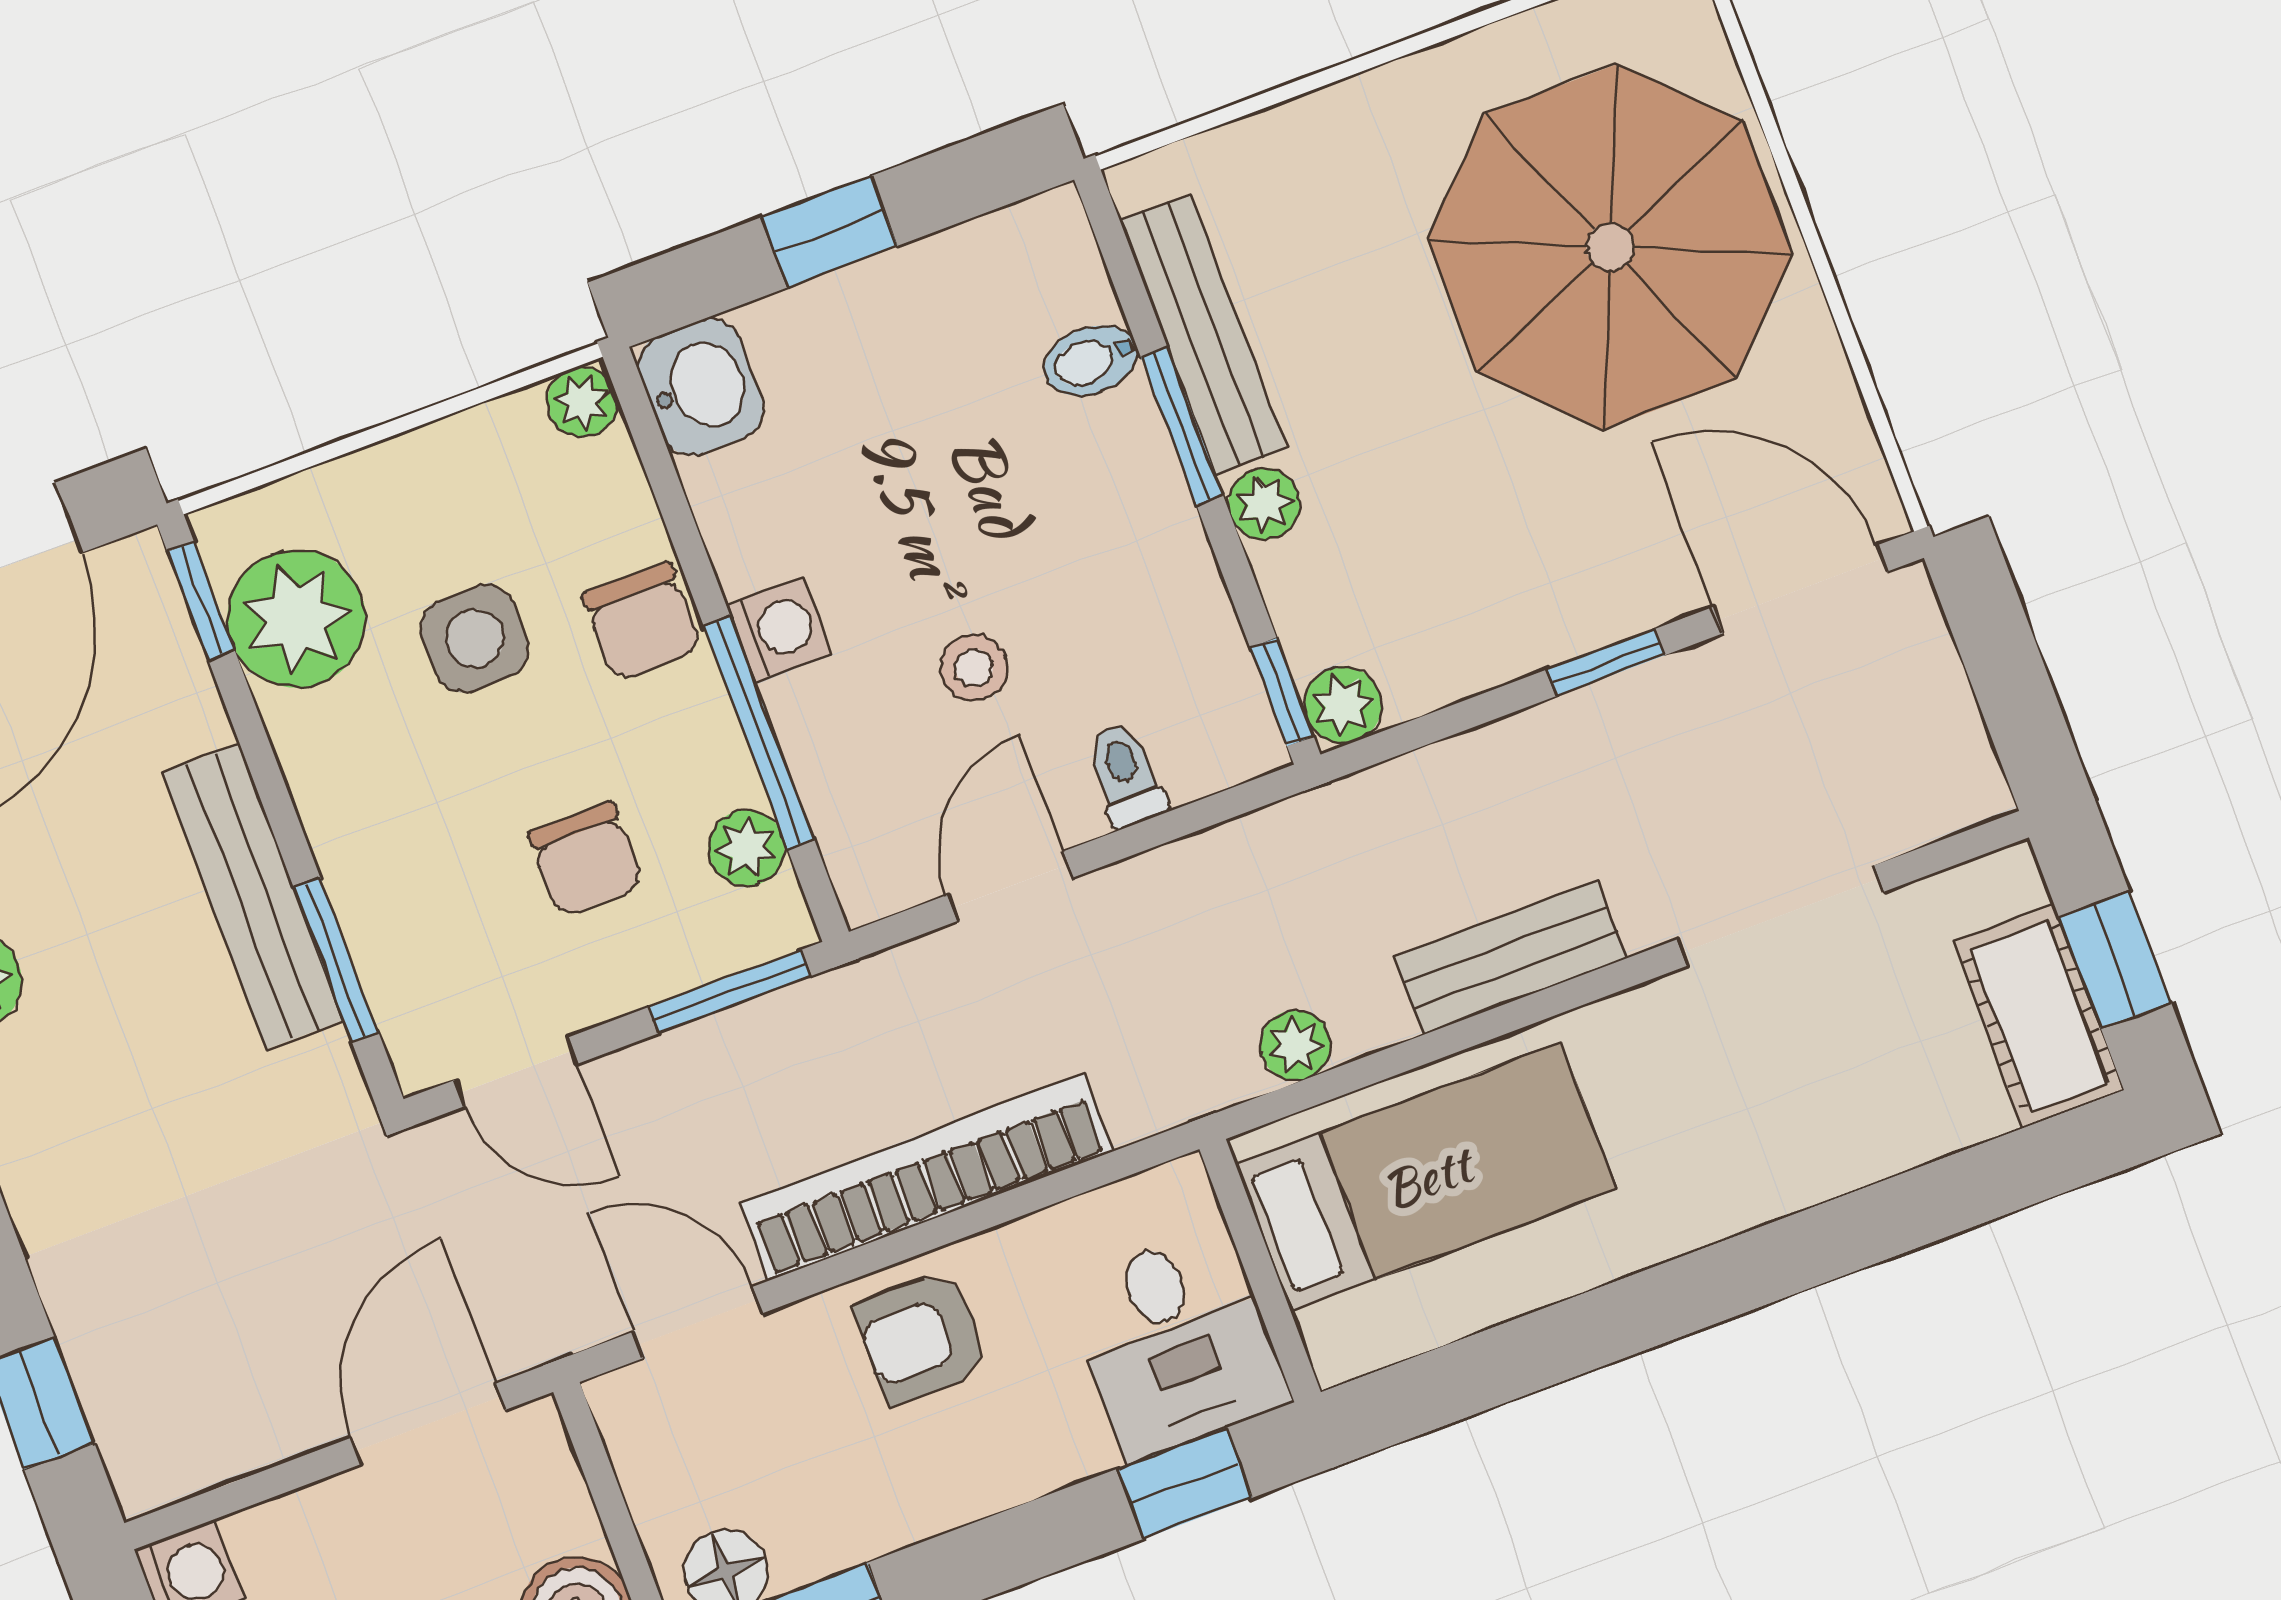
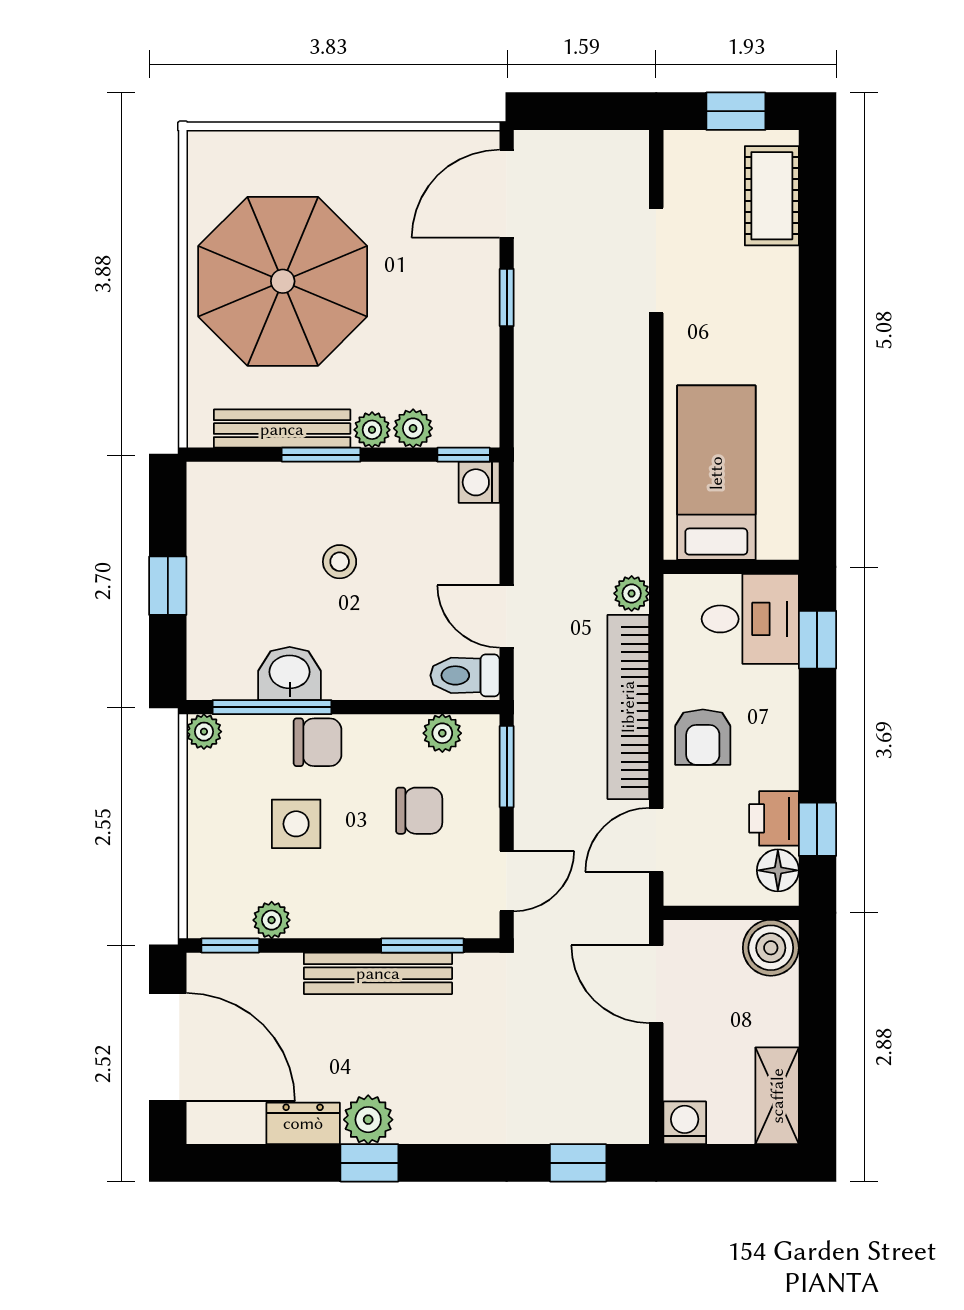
parasol: (1610, 247) -> (283, 281), moved
bidet: (1091, 361) -> (274, 486), removed
washbasin: (701, 387) -> (290, 673), moved
plant: (296, 619) -> (272, 920), width x0.53, depth x0.53
washing machine: (779, 629) -> (479, 482), moved, turned -90
stool: (974, 668) -> (340, 562), moved
plant: (1343, 705) -> (413, 428), moved
window: (759, 733) -> (272, 707), moved
toilet: (1125, 775) -> (465, 675), moved, width x1.37, depth x1.39
bench: (1511, 958) -> (628, 394), removed
cot: (2039, 1017) -> (772, 196), moved, turned 90
plant: (1296, 1045) -> (632, 593), moved
printer: (820, 1528) -> (774, 818), added

